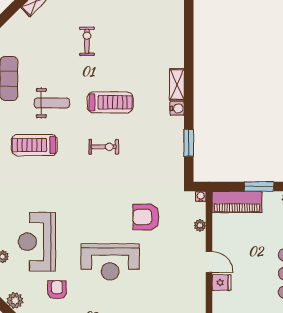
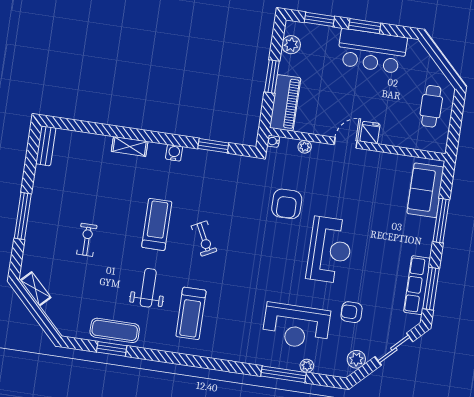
exercise bike: (87, 41) -> (87, 240), turned 90
shelving: (177, 84) -> (130, 146), moved
exercise bike: (104, 147) -> (204, 239), turned 153

